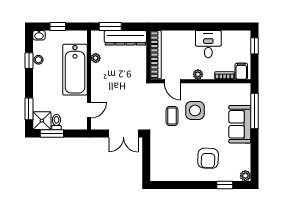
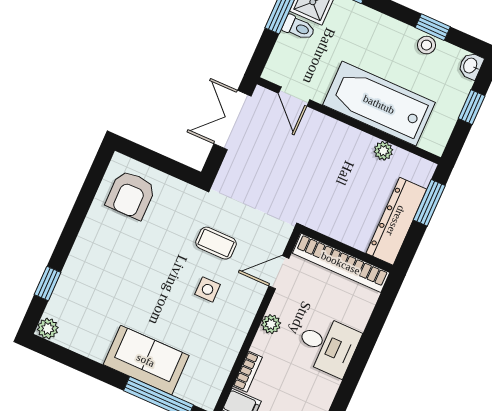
desk: (208, 44) -> (328, 345), moved
side table: (195, 110) -> (208, 289), width x0.54, depth x0.54
double door: (123, 133) -> (233, 120), moved
armchair: (208, 158) -> (131, 195), moved, turned -92

